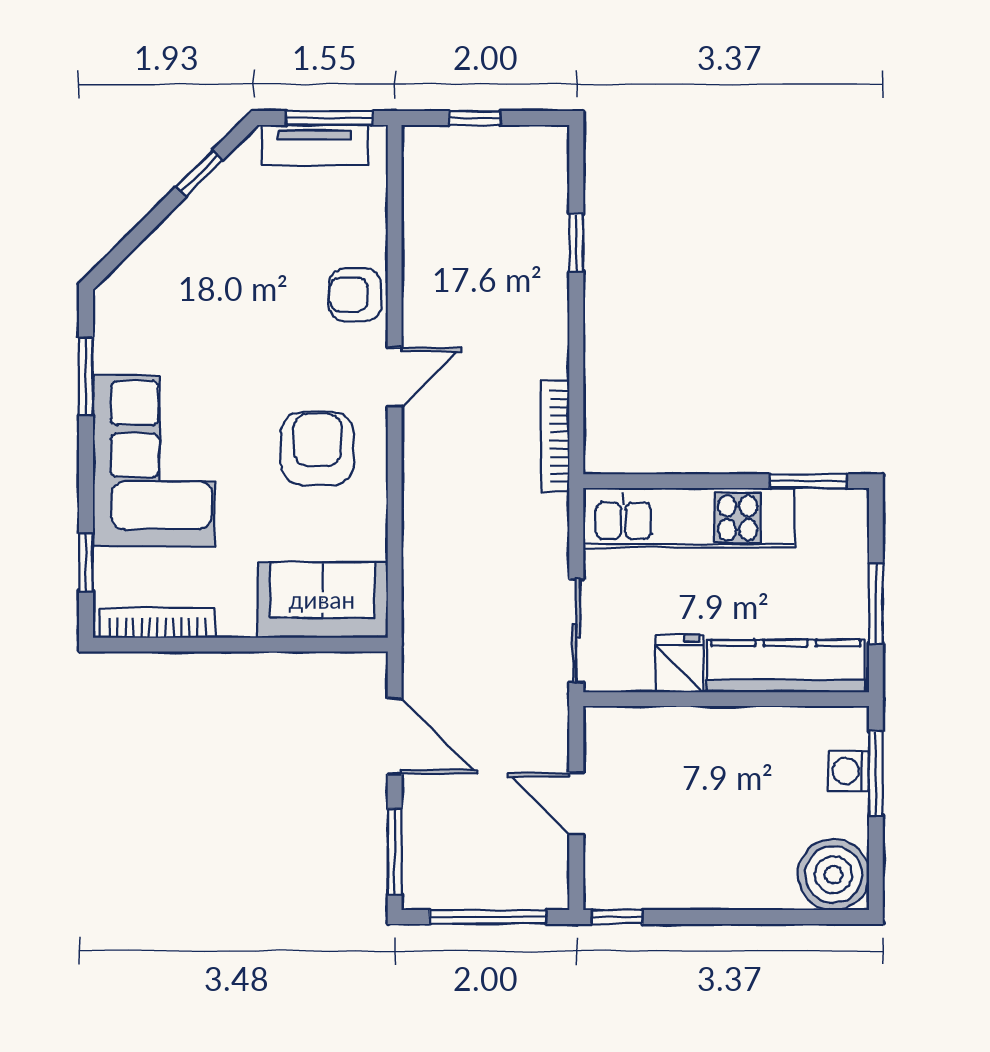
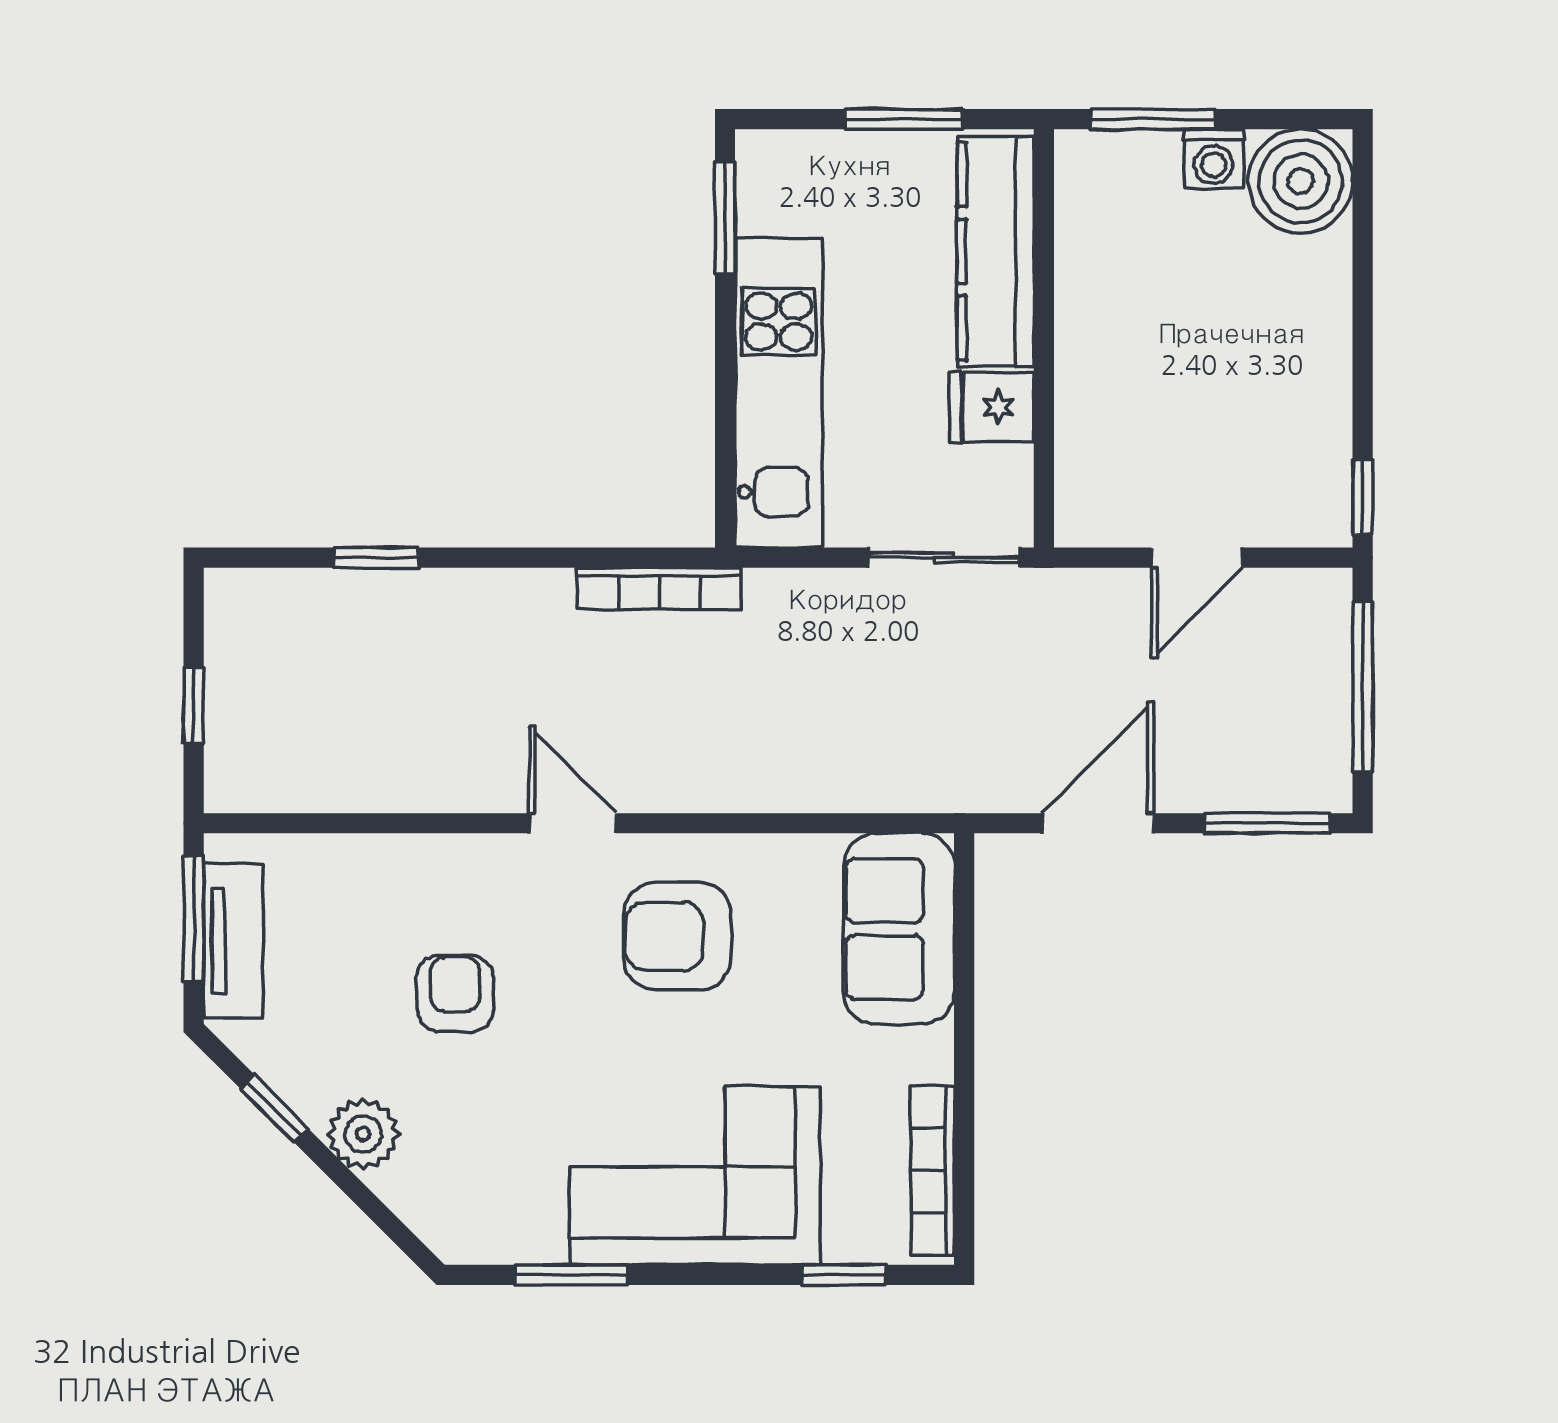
plant: (182, 234) -> (363, 1134), added
armchair: (355, 295) -> (455, 993), moved, turned 180
washing machine: (849, 771) -> (1214, 159), moved

